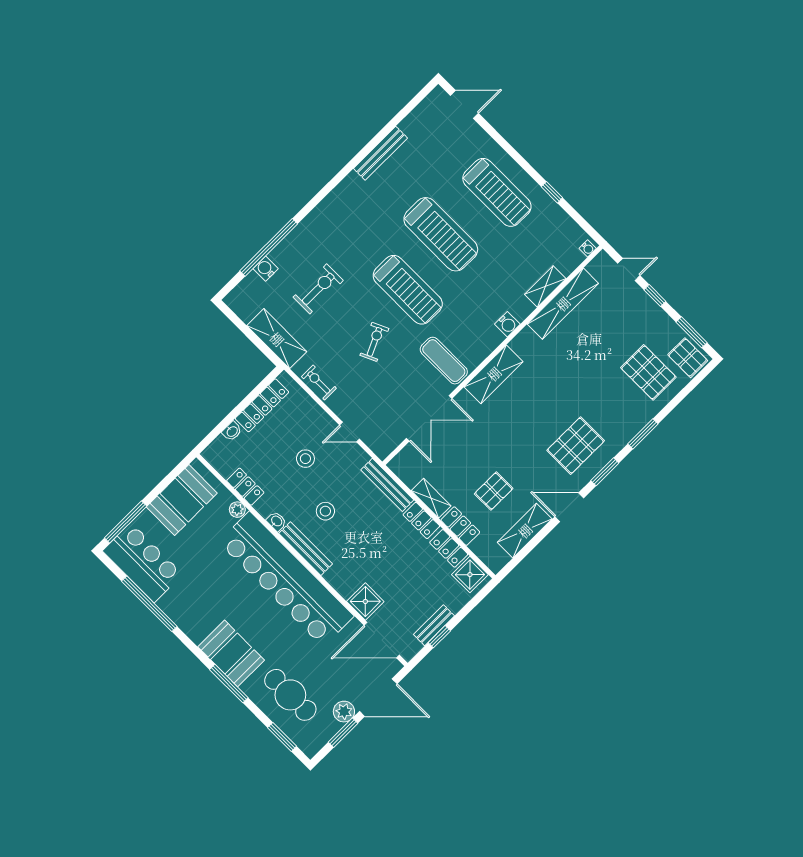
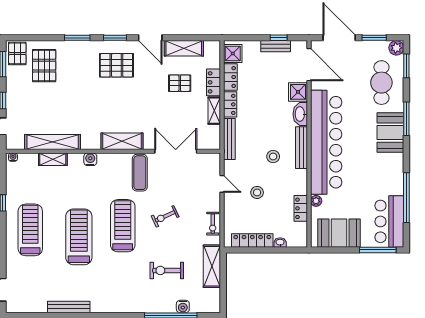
washbasin: (276, 521) -> (300, 114), moved, width x1.91, depth x1.45
plant: (344, 712) -> (396, 48), moved

